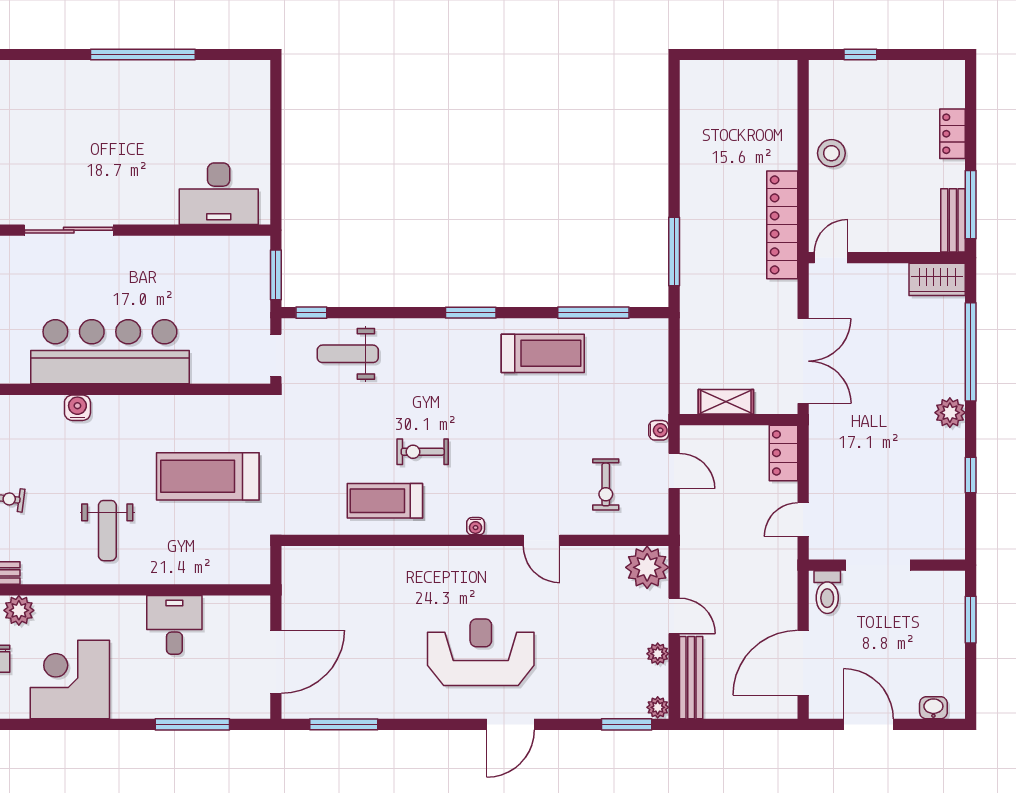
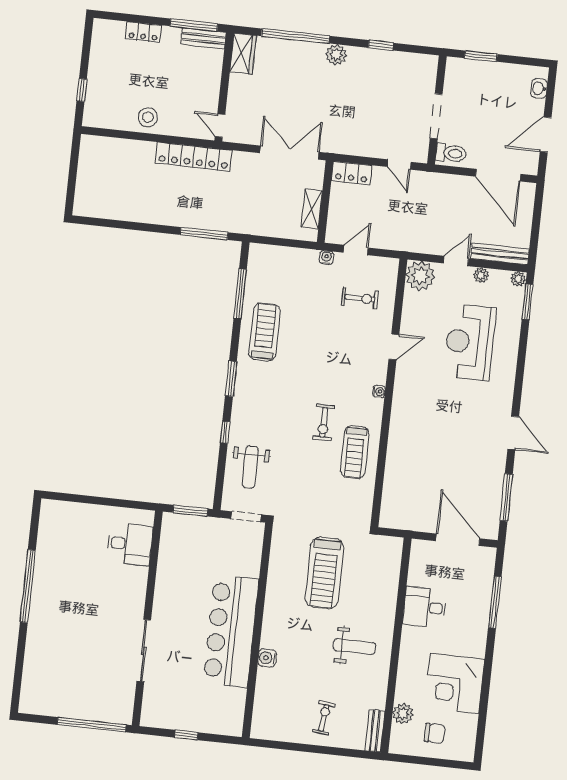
desk: (219, 194) -> (130, 544), width x0.73
window: (311, 313) -> (225, 432), moved
reception desk: (481, 652) -> (470, 342), moved
door: (510, 724) -> (513, 433), moved

